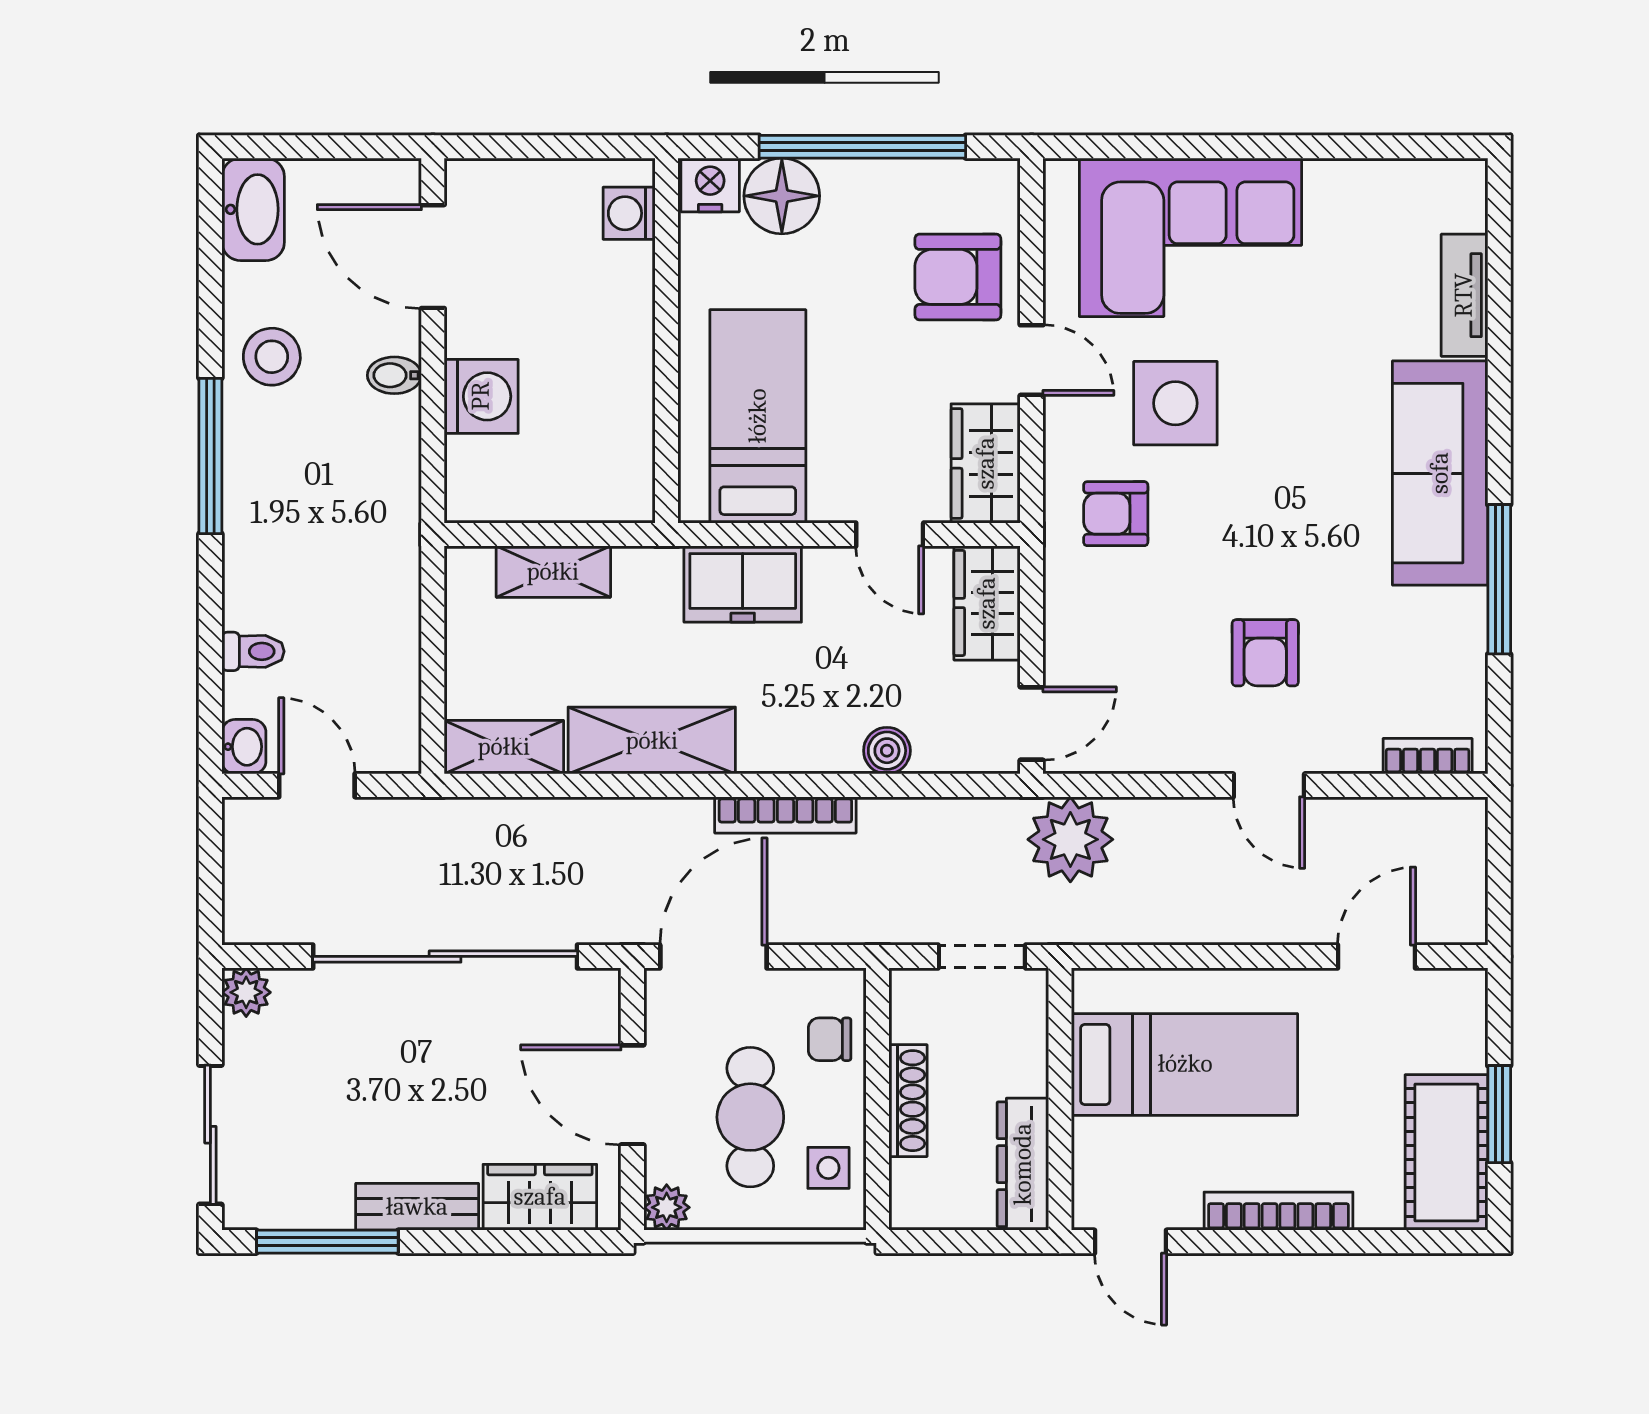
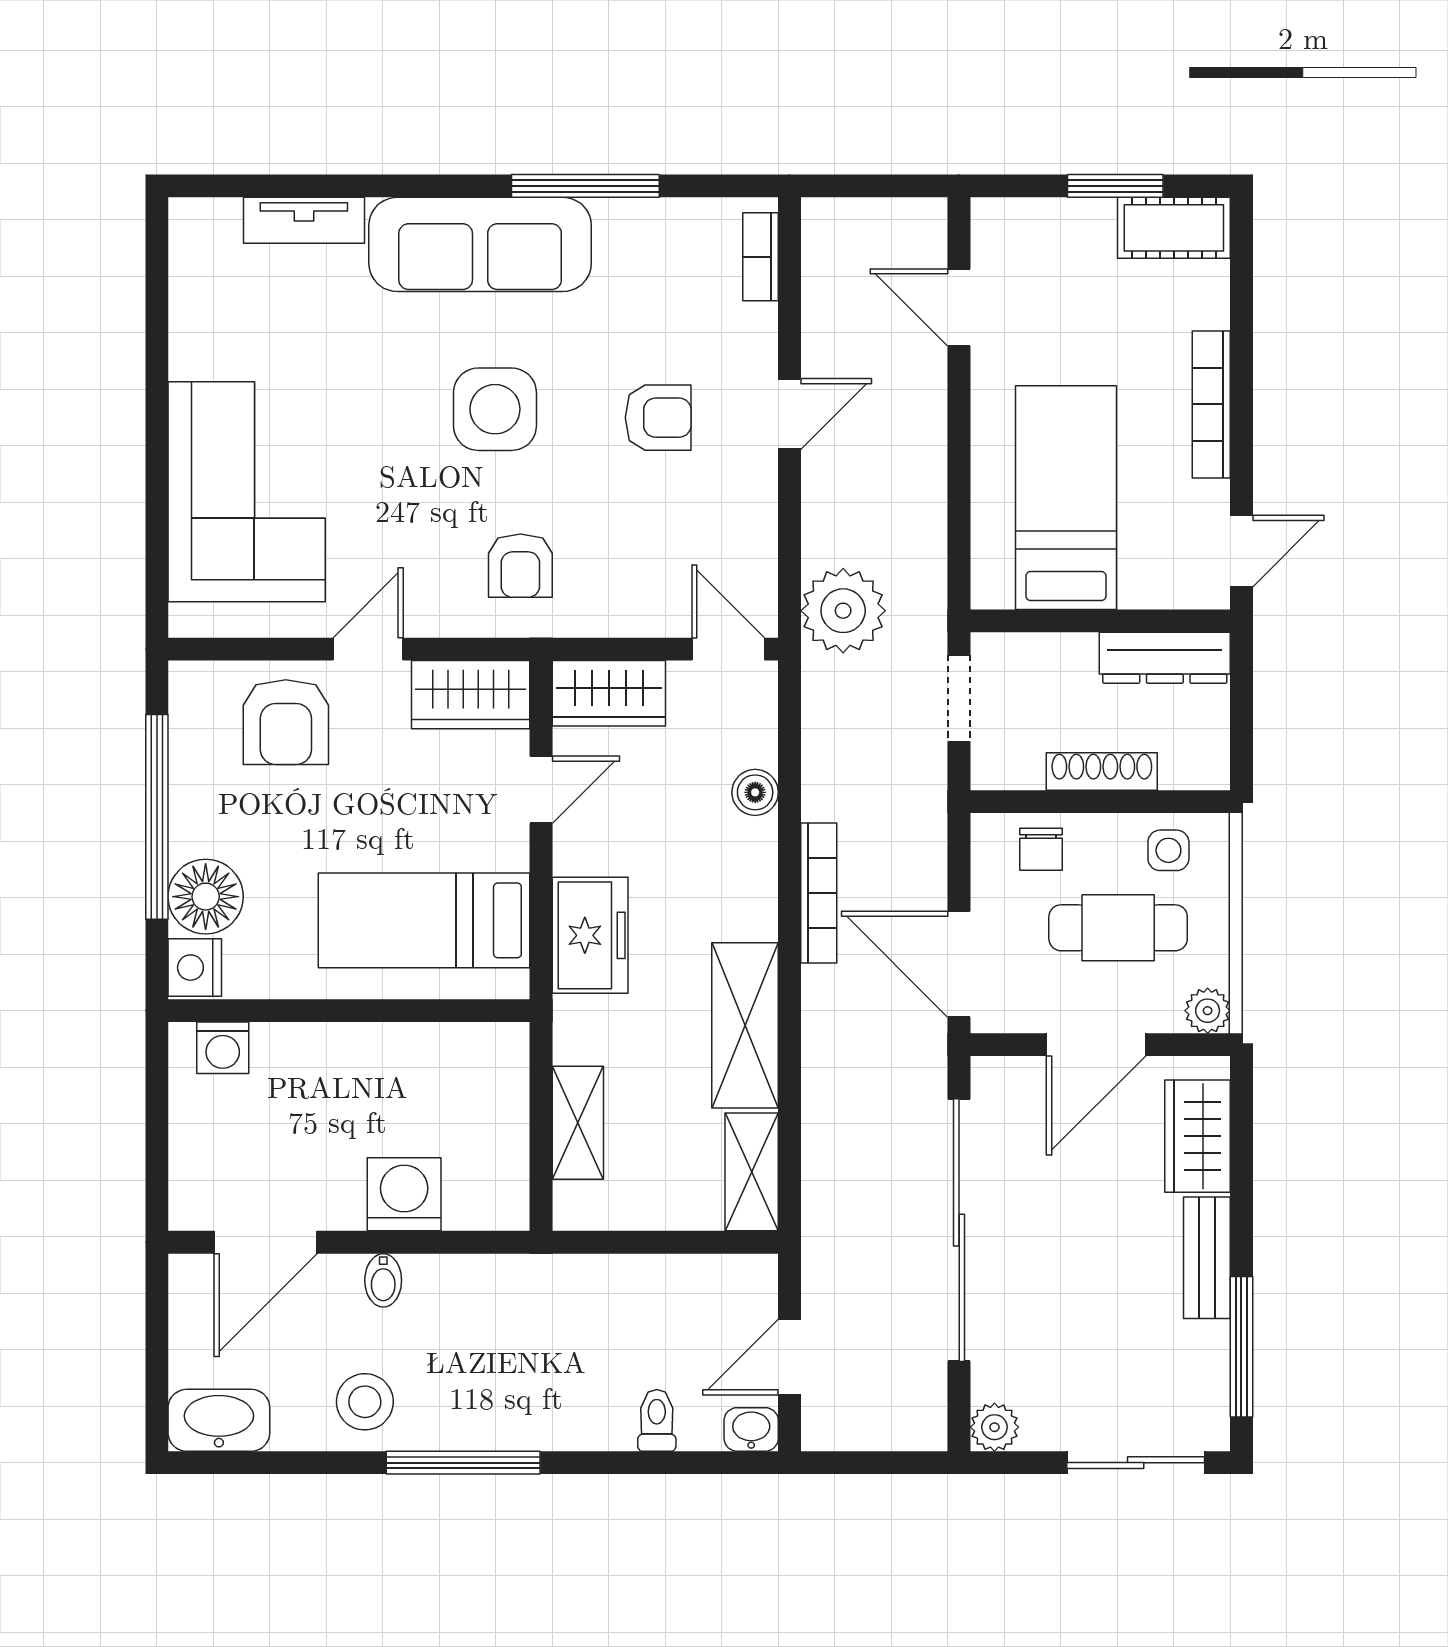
side table: (1175, 403) -> (495, 409), moved
cot: (1446, 1152) -> (1174, 228), width x0.73, depth x0.75

